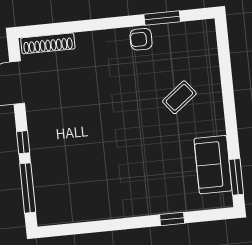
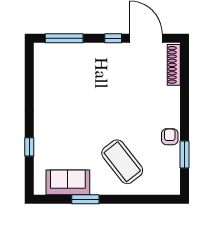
coffee table: (179, 97) -> (122, 162), width x1.86, depth x1.72
window: (23, 142) -> (113, 38), moved
window: (236, 177) -> (85, 199), moved

